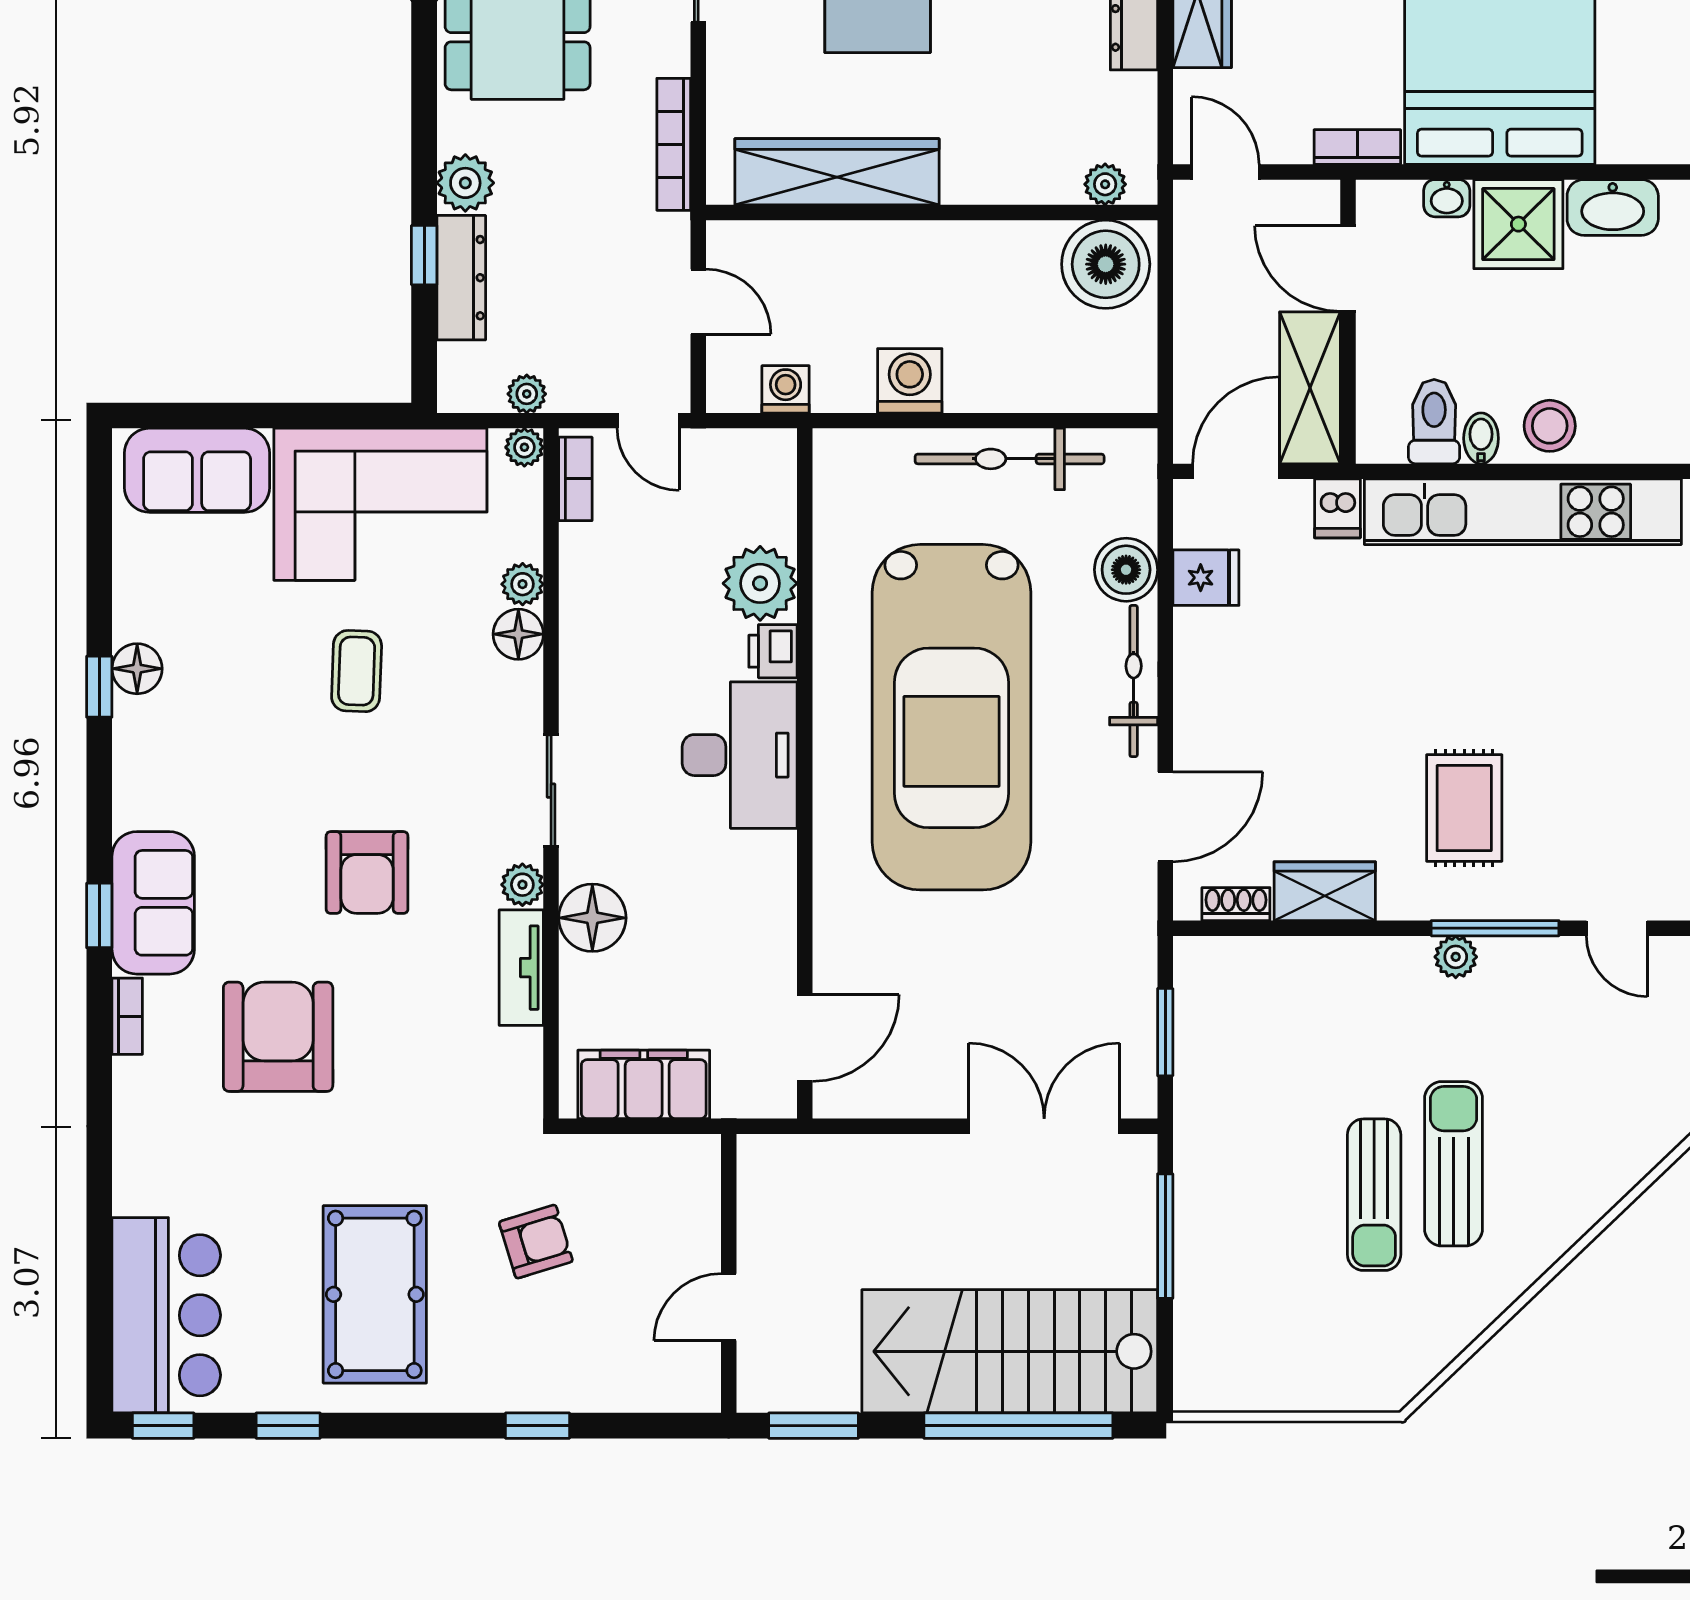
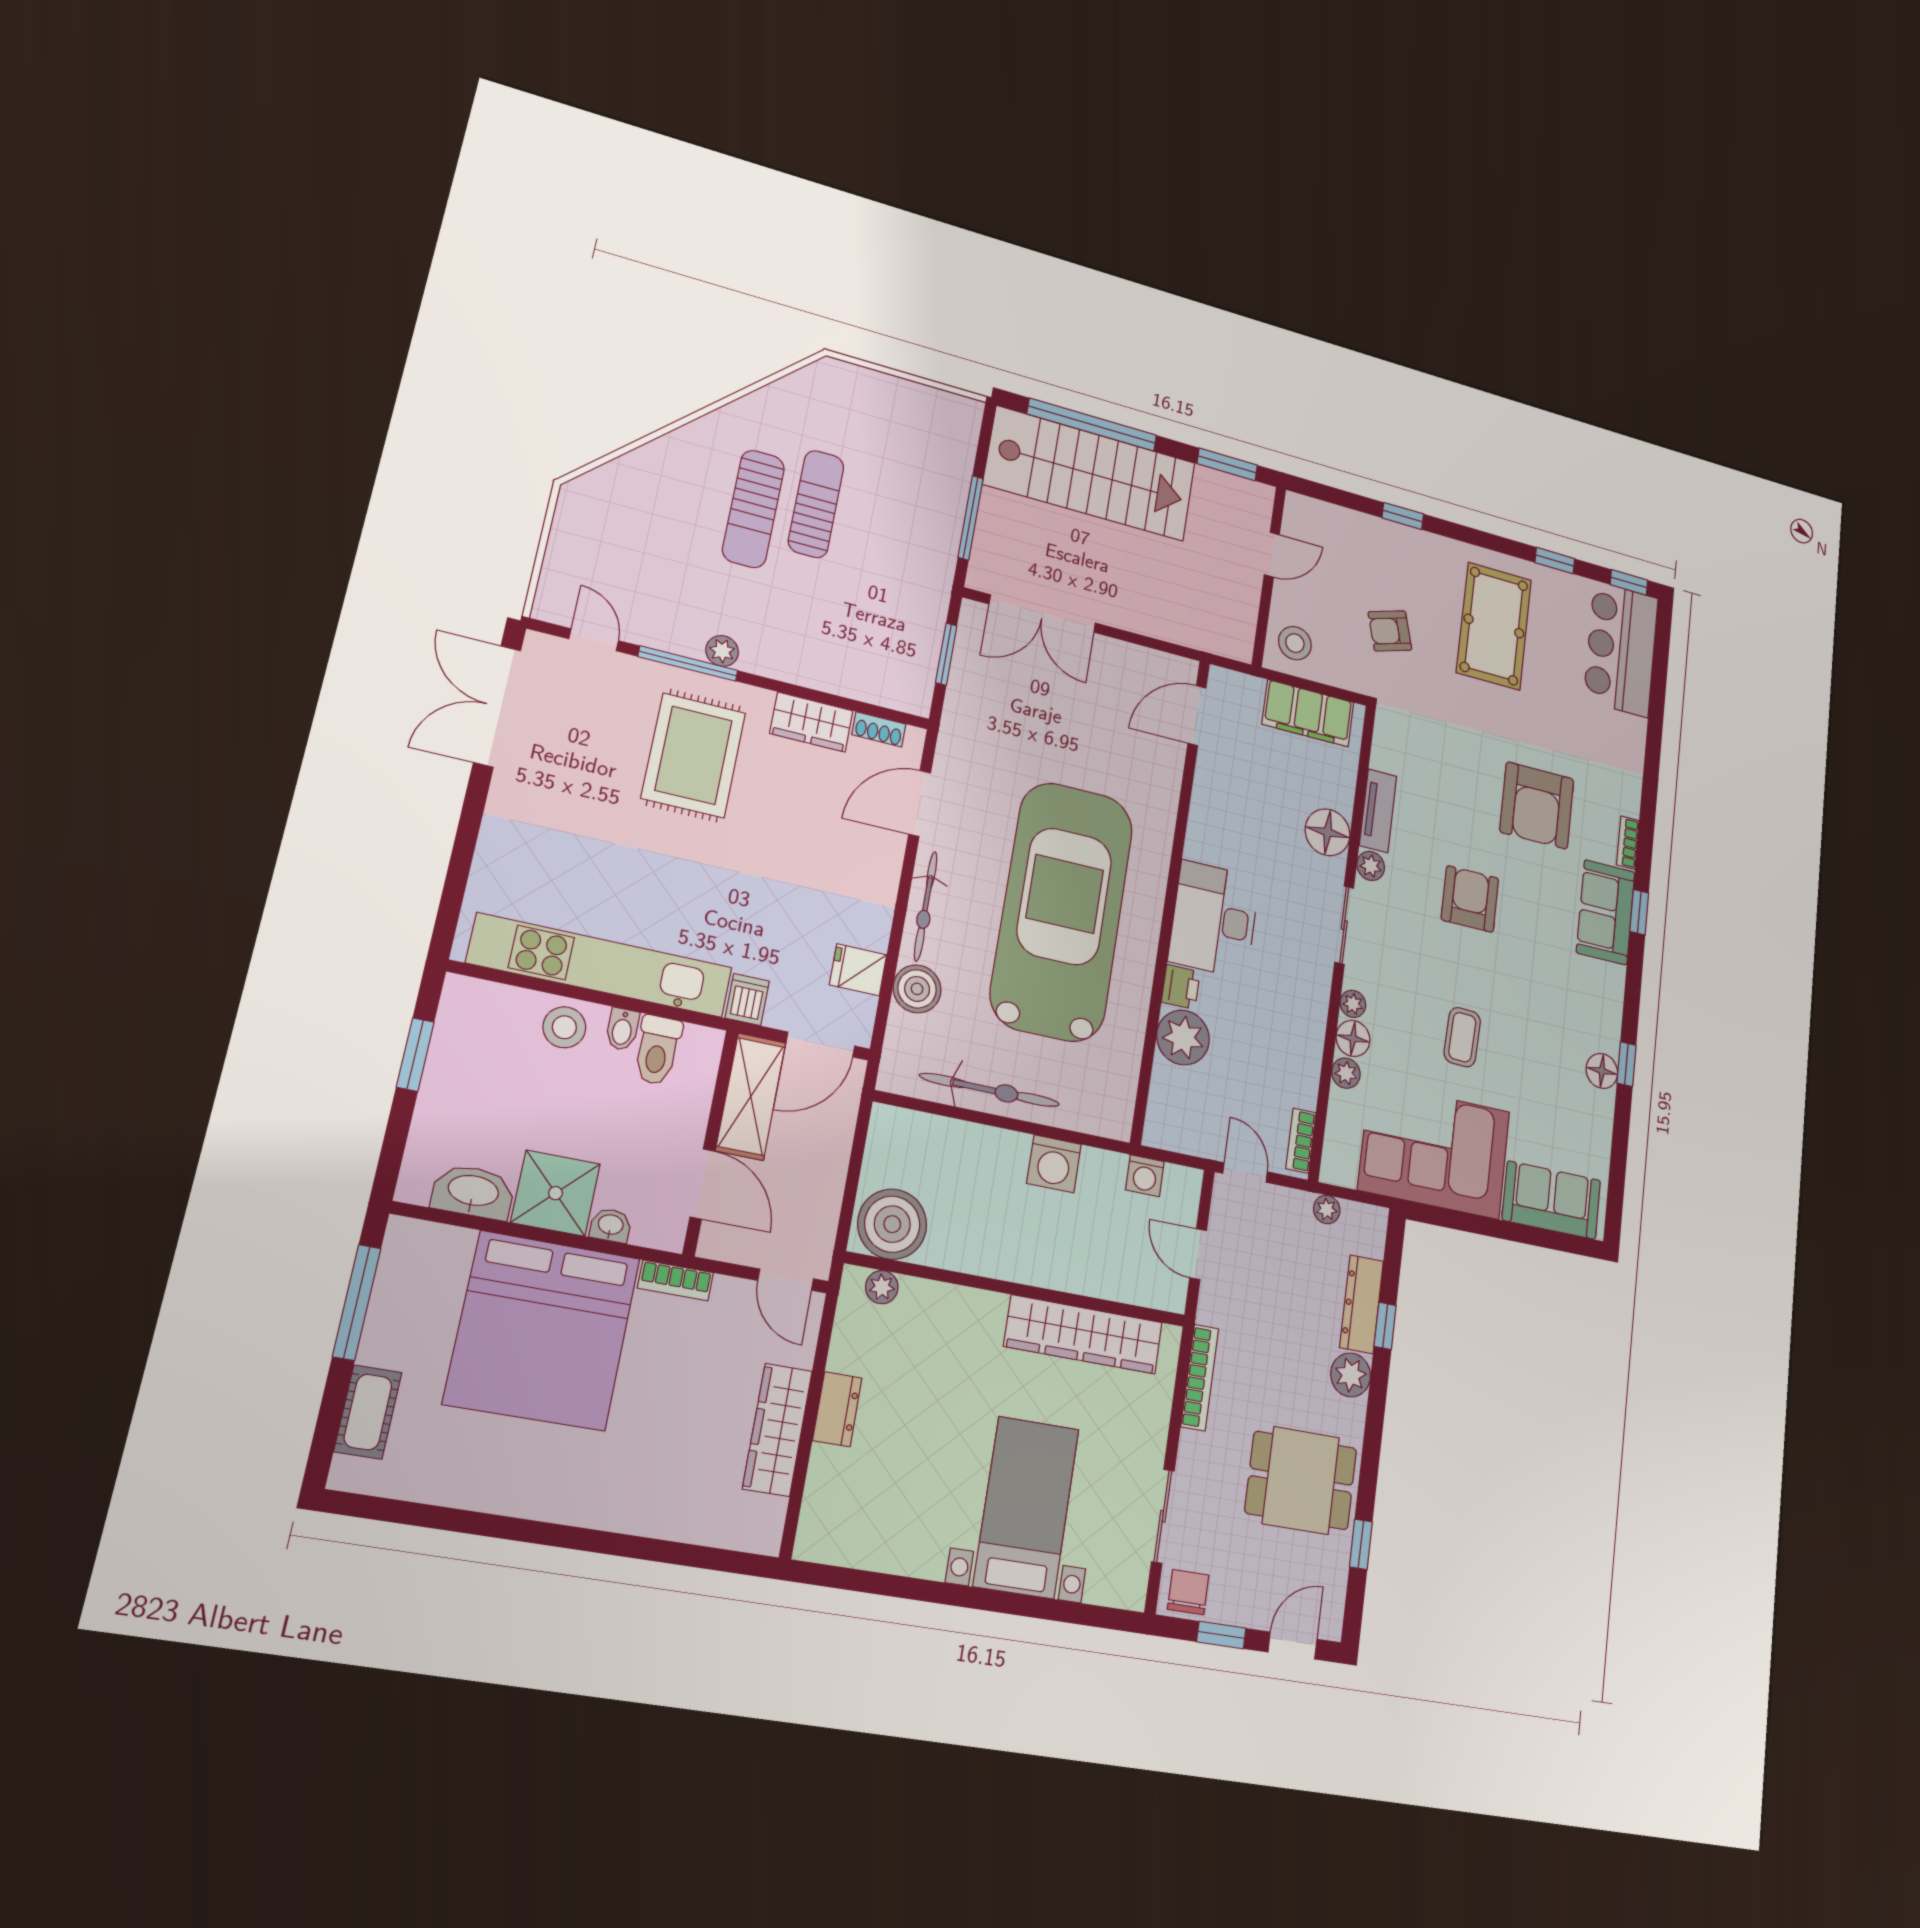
plant: (524, 447) -> (1353, 1004), moved
rug: (1464, 808) -> (694, 755), width x1.36, depth x1.43
stool: (677, 1183) -> (1295, 643), added

